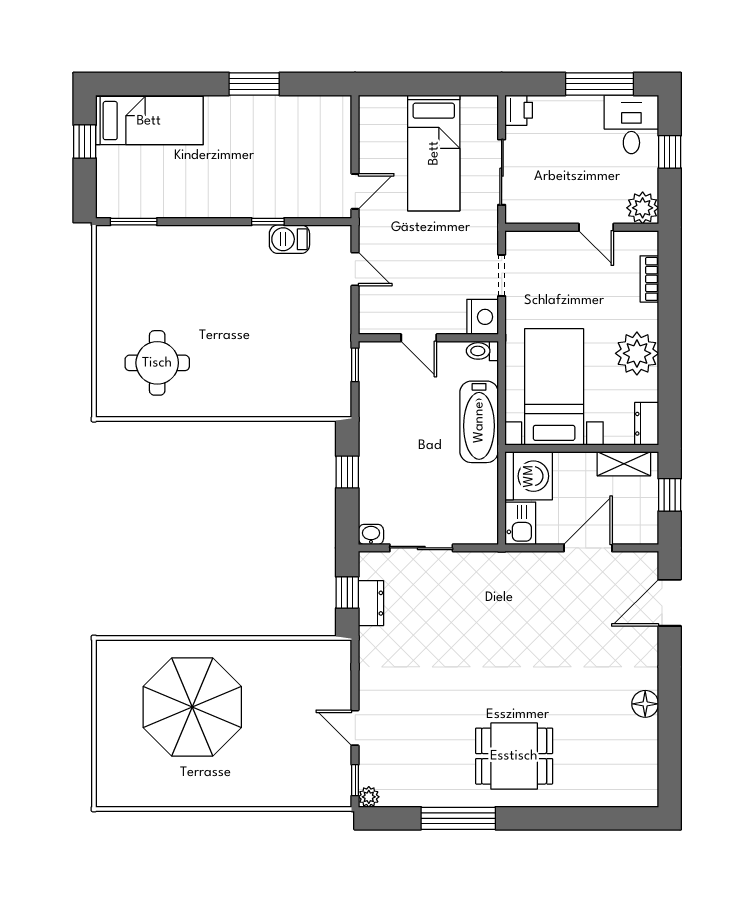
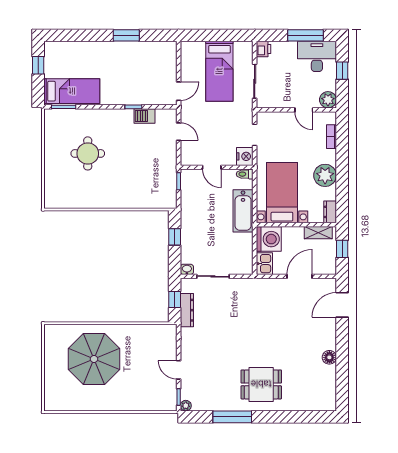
bed: (149, 121) -> (72, 91), moved
desk: (631, 124) -> (317, 56), width x1.37
round table: (157, 363) -> (88, 153), moved
dresser: (371, 603) -> (187, 310), width x1.44

